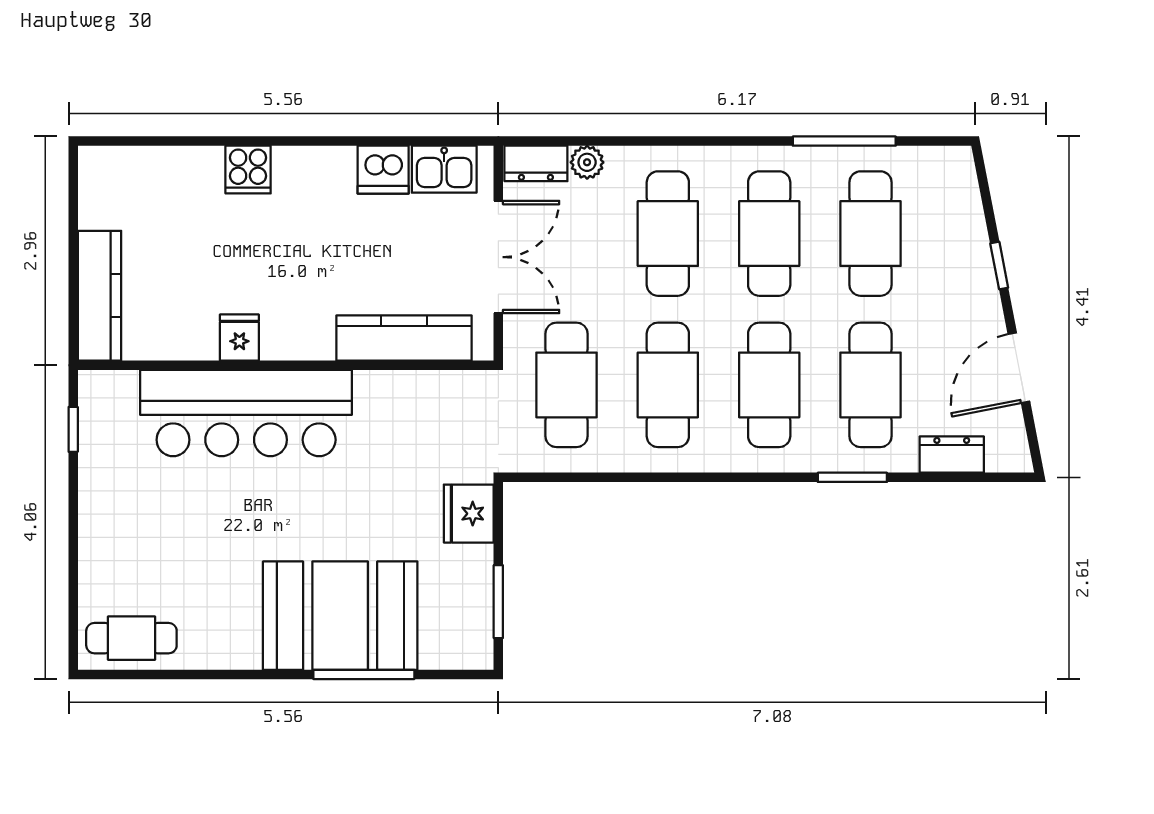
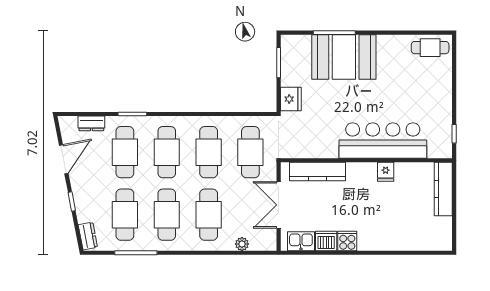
dresser: (536, 163) -> (88, 236), moved, turned 79
cooker: (248, 170) -> (347, 241), moved

